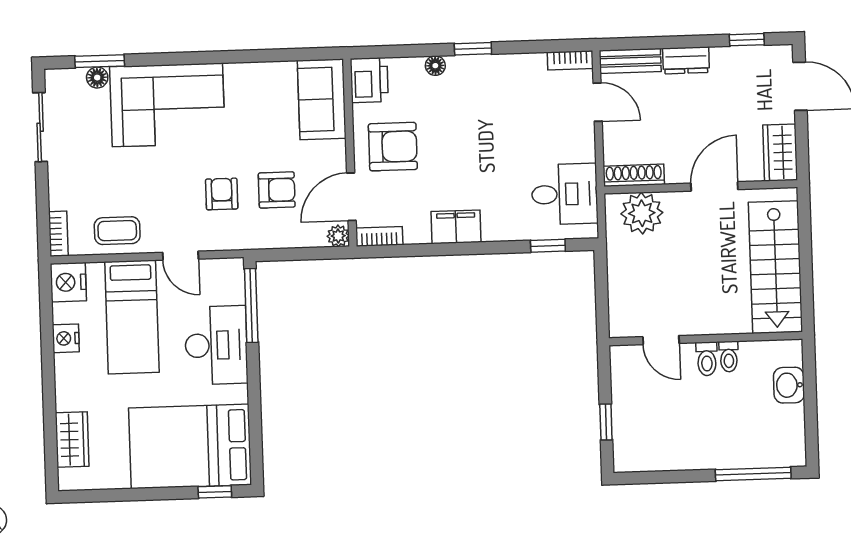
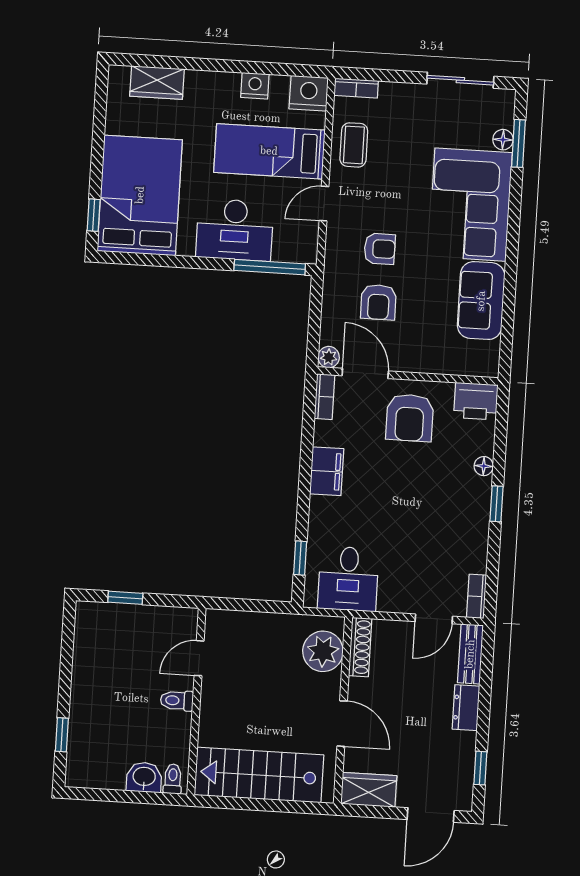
sofa: (322, 99) -> (481, 301), moved, turned -90
toilet: (729, 357) -> (173, 779), moved, turned 90
window: (753, 474) -> (62, 735), width x0.46

